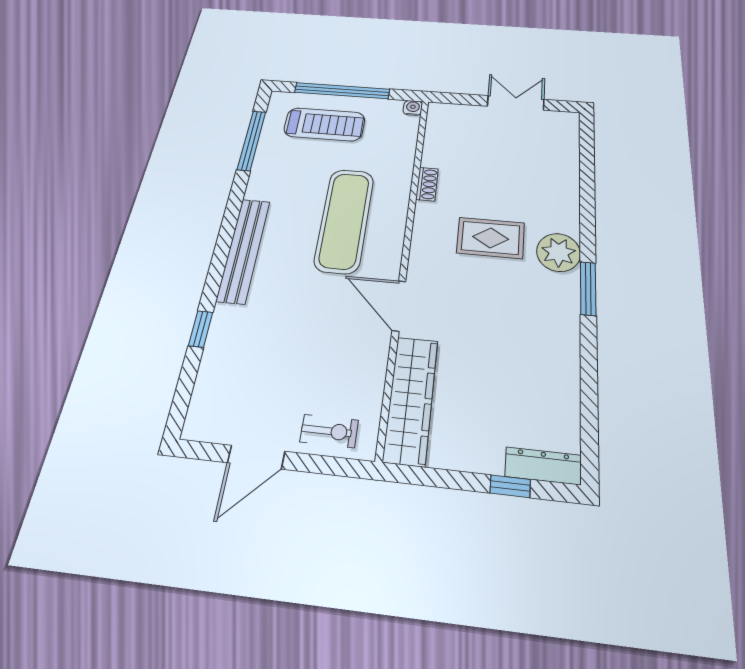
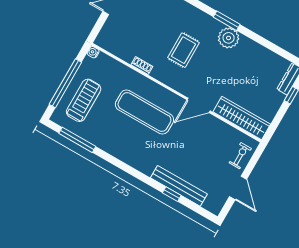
bench: (244, 250) -> (179, 186), moved
plant: (559, 252) -> (229, 38), moved

